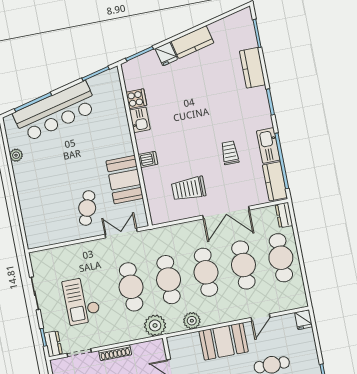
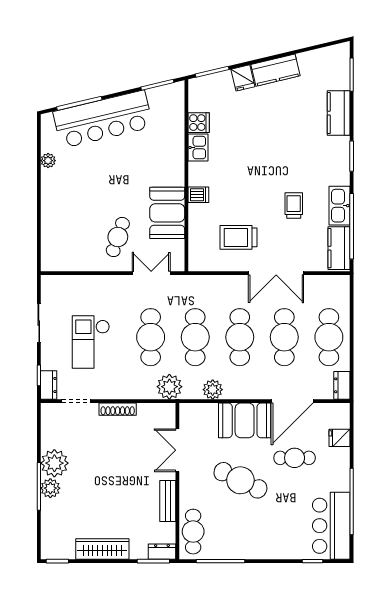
dresser: (284, 215) -> (342, 385), moved
door: (260, 317) -> (292, 401), width x1.88
fridge: (304, 320) -> (339, 438), moved, turned 90

